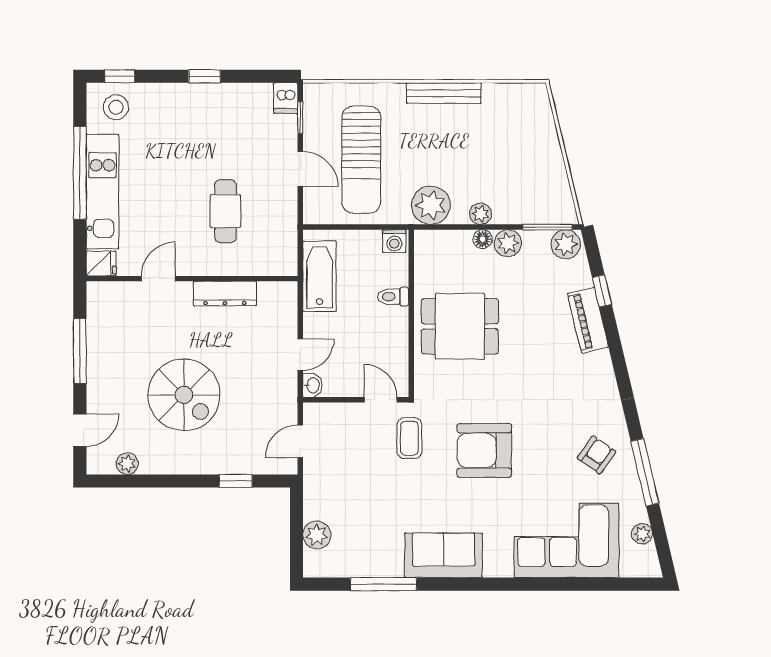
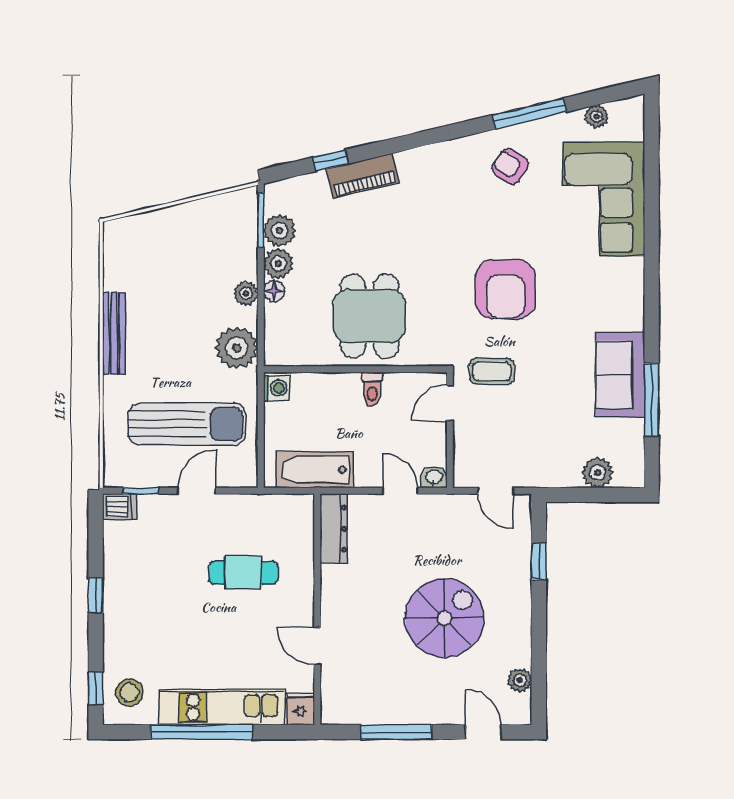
plant: (566, 244) -> (280, 230), moved
dresser: (225, 294) -> (334, 529), moved
toilet: (393, 297) -> (372, 389), moved
sofa: (444, 555) -> (620, 375), moved

